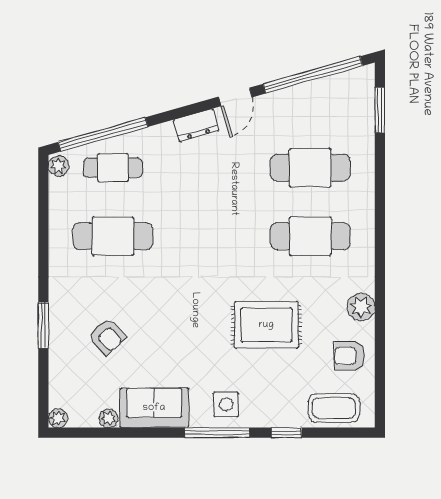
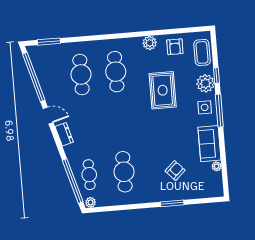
plant: (58, 418) -> (205, 83), moved, width x1.87, depth x1.87

